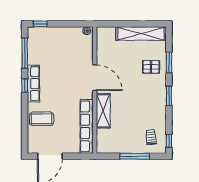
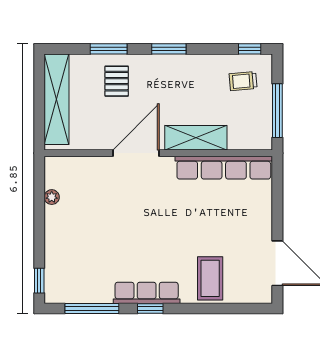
door: (95, 78) -> (136, 153), moved
wall: (95, 90) -> (158, 153), moved
shelving: (103, 111) -> (196, 138), moved
row of seats: (87, 126) -> (224, 168), moved

